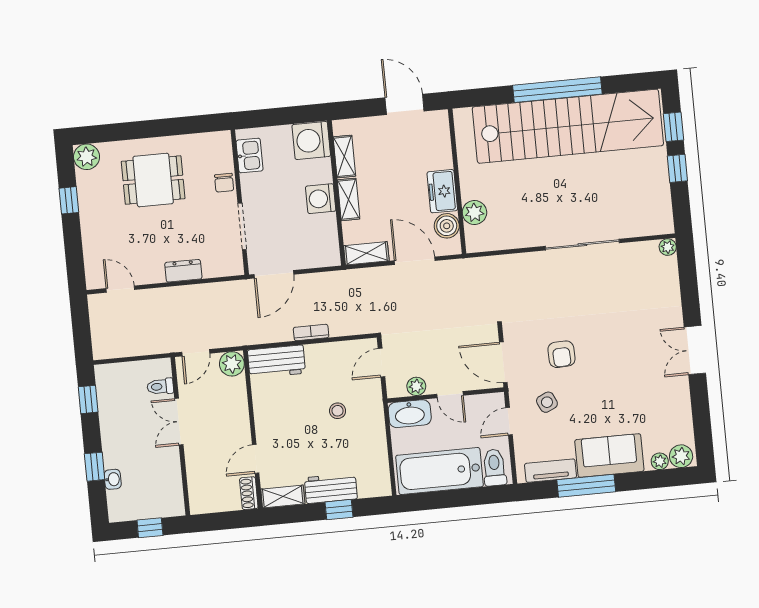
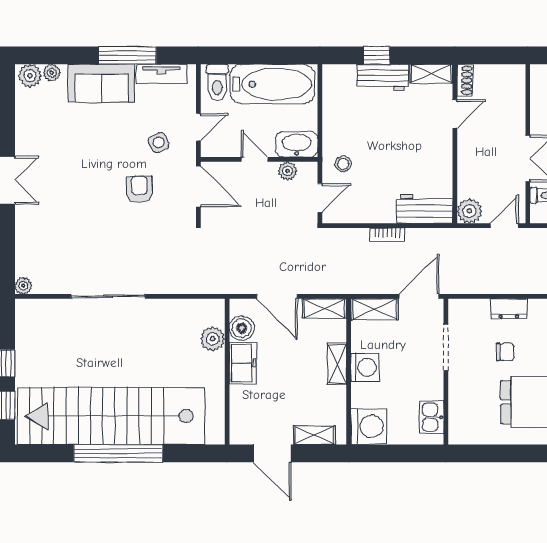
shelving: (344, 157) -> (314, 435), moved, turned 90
chair: (224, 183) -> (505, 352), moved, turned 90
shelving: (317, 257) -> (375, 309), added
stool: (338, 411) -> (343, 164), moved

